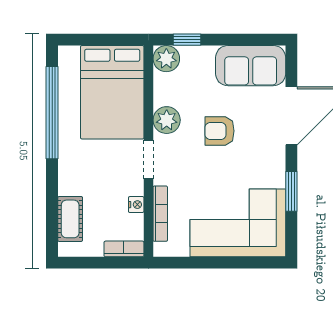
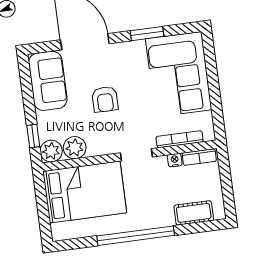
window: (52, 113) -> (136, 236), moved
plant: (167, 120) -> (75, 148), moved
bookcase: (124, 249) -> (199, 157), moved, turned -90

